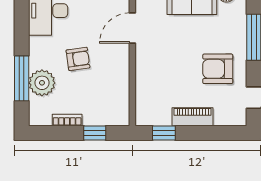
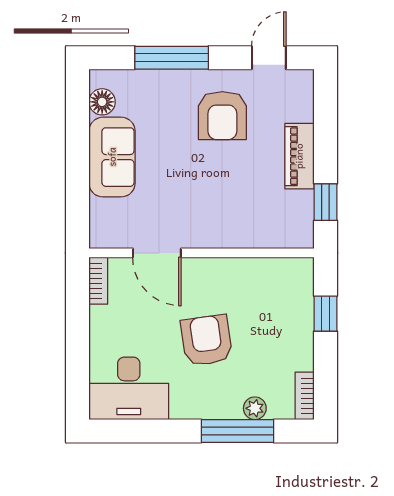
armchair: (78, 59) -> (206, 340), width x1.38, depth x1.38
plant: (42, 83) -> (255, 408), width x0.53, depth x0.53
bookcase: (67, 120) -> (305, 396), moved

